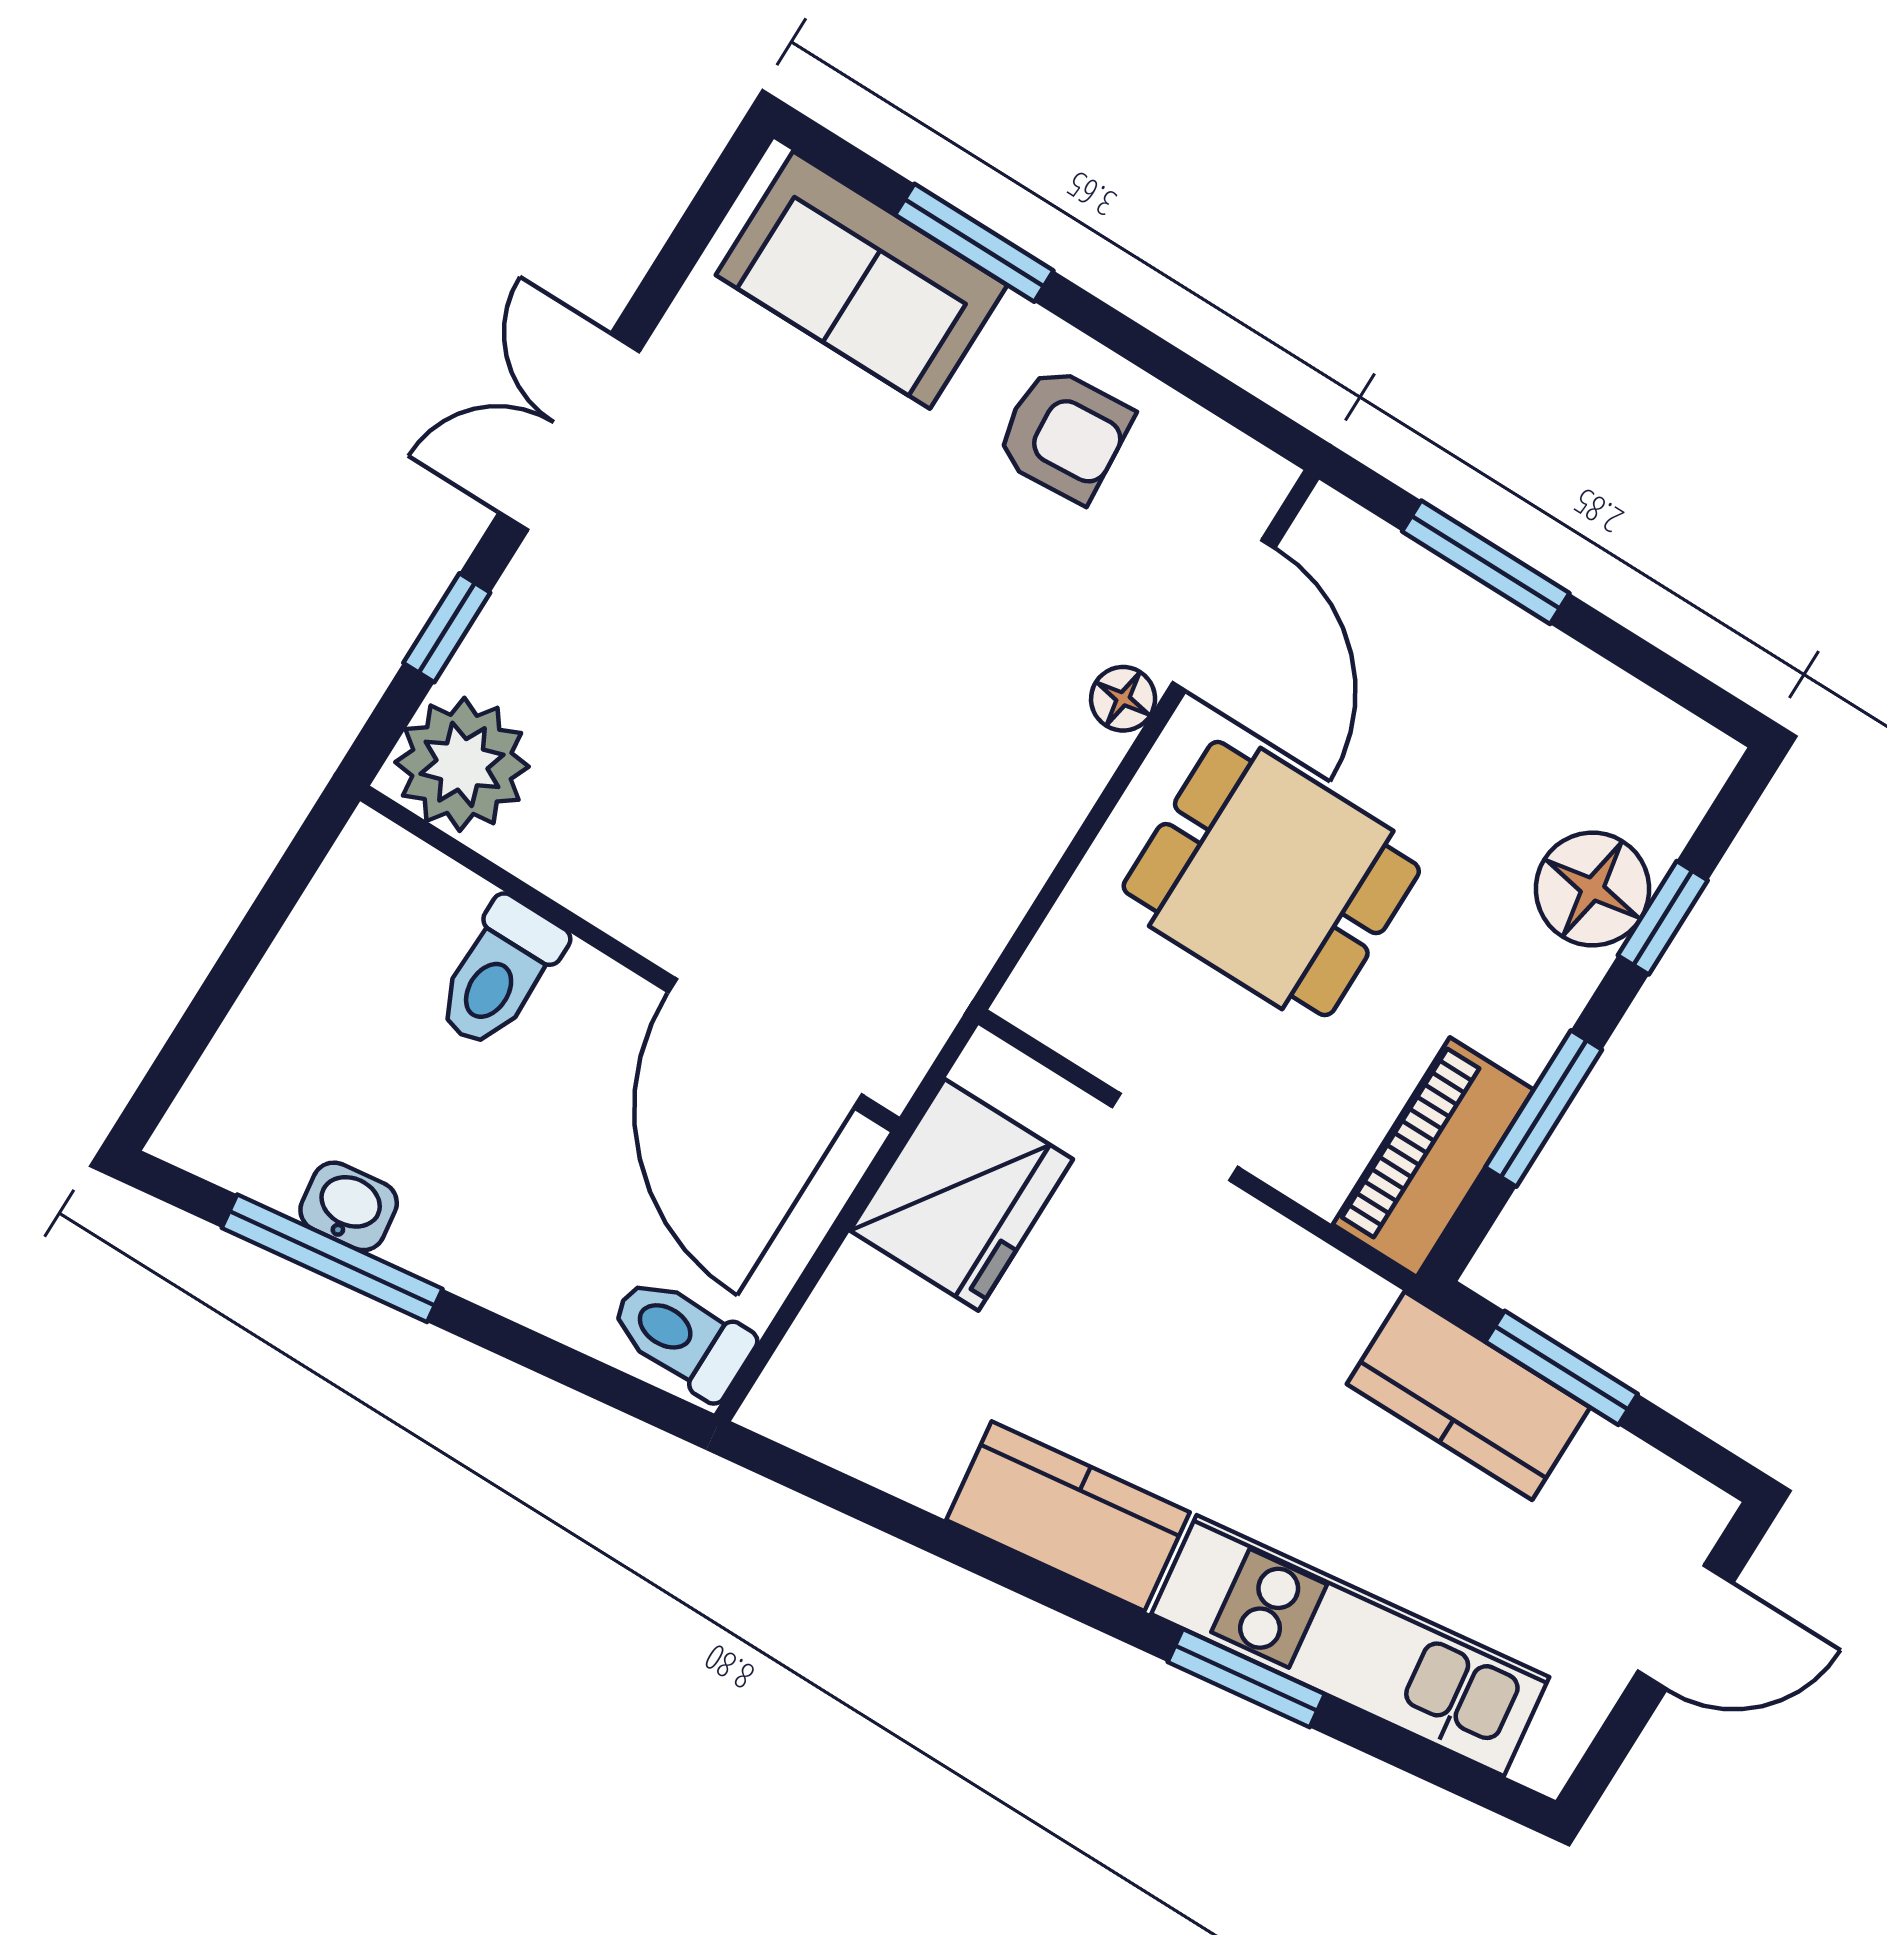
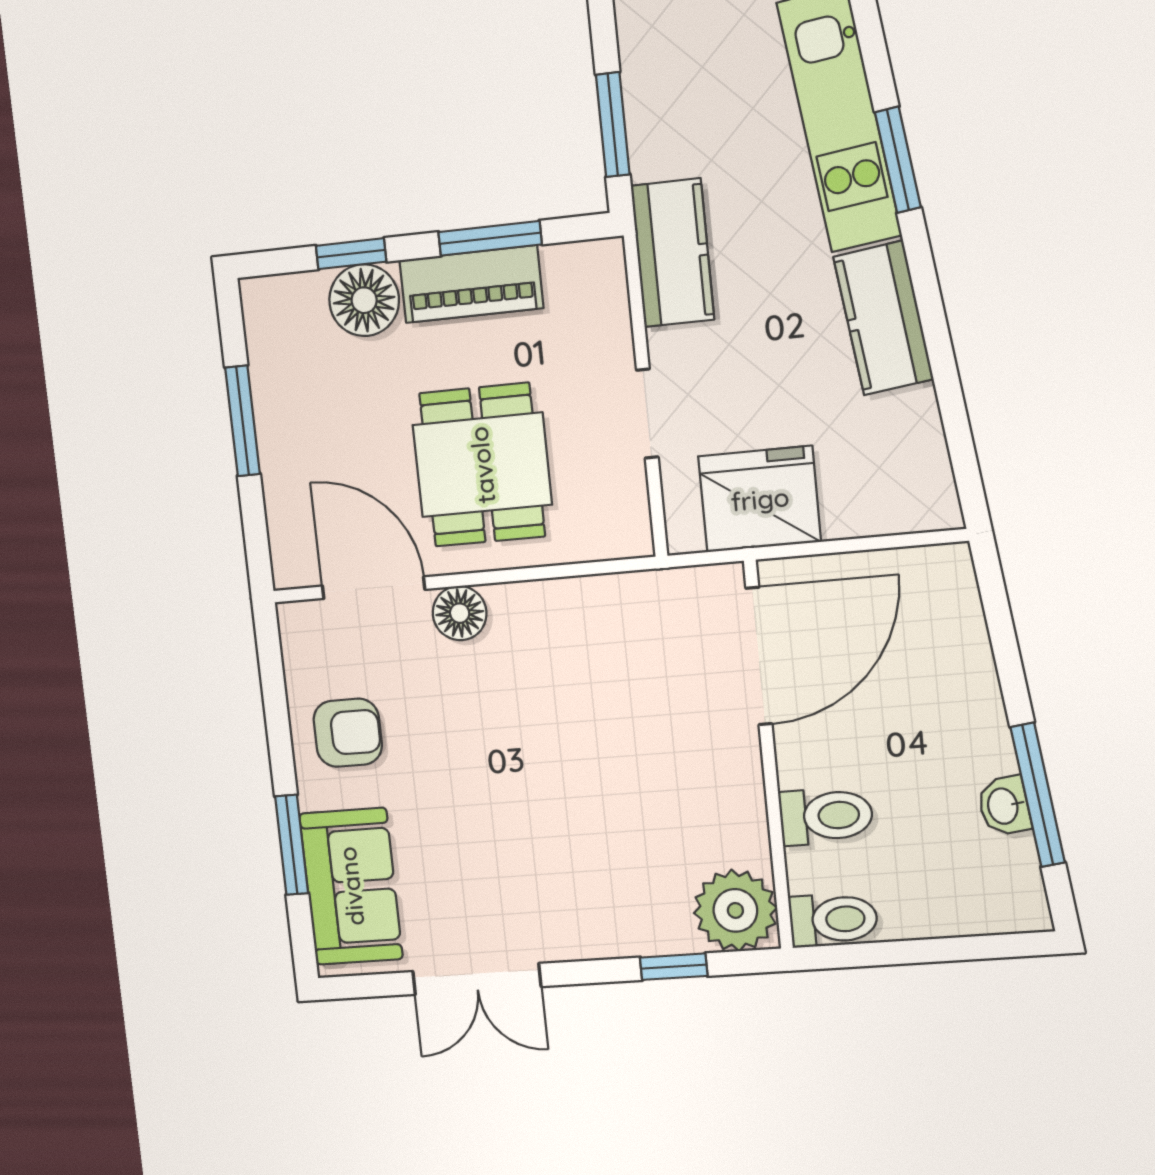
double door: (569, 432) -> (477, 979), moved
armchair: (1064, 434) -> (348, 733), turned 94
window: (1486, 562) -> (243, 421), moved
door: (1224, 615) -> (373, 588), hinge flipped
floor lamp: (1123, 699) -> (460, 613), width x1.37, depth x1.37
piano: (1433, 1157) -> (471, 284), moved
toilet: (681, 1337) -> (833, 920), moved, turned -90
kitchen counter: (1468, 1396) -> (672, 253), moved

